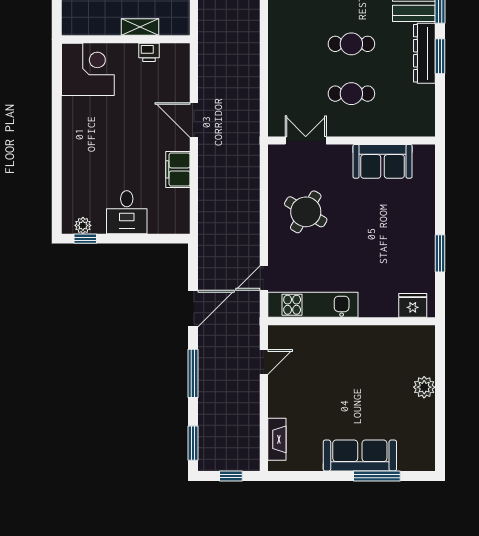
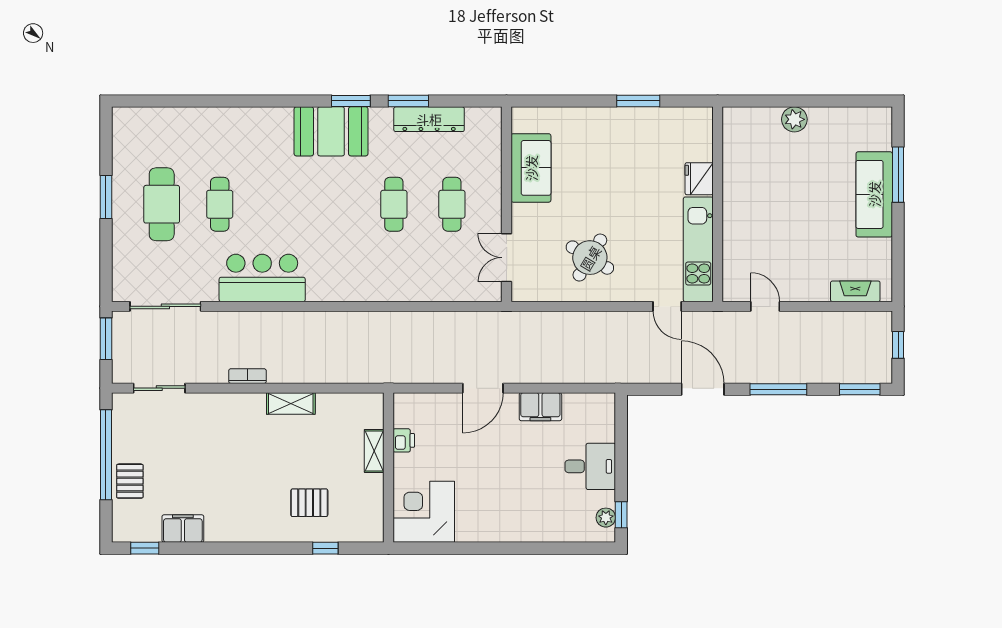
dresser: (424, 53) -> (429, 119), moved
fridge: (413, 305) -> (699, 179), moved

